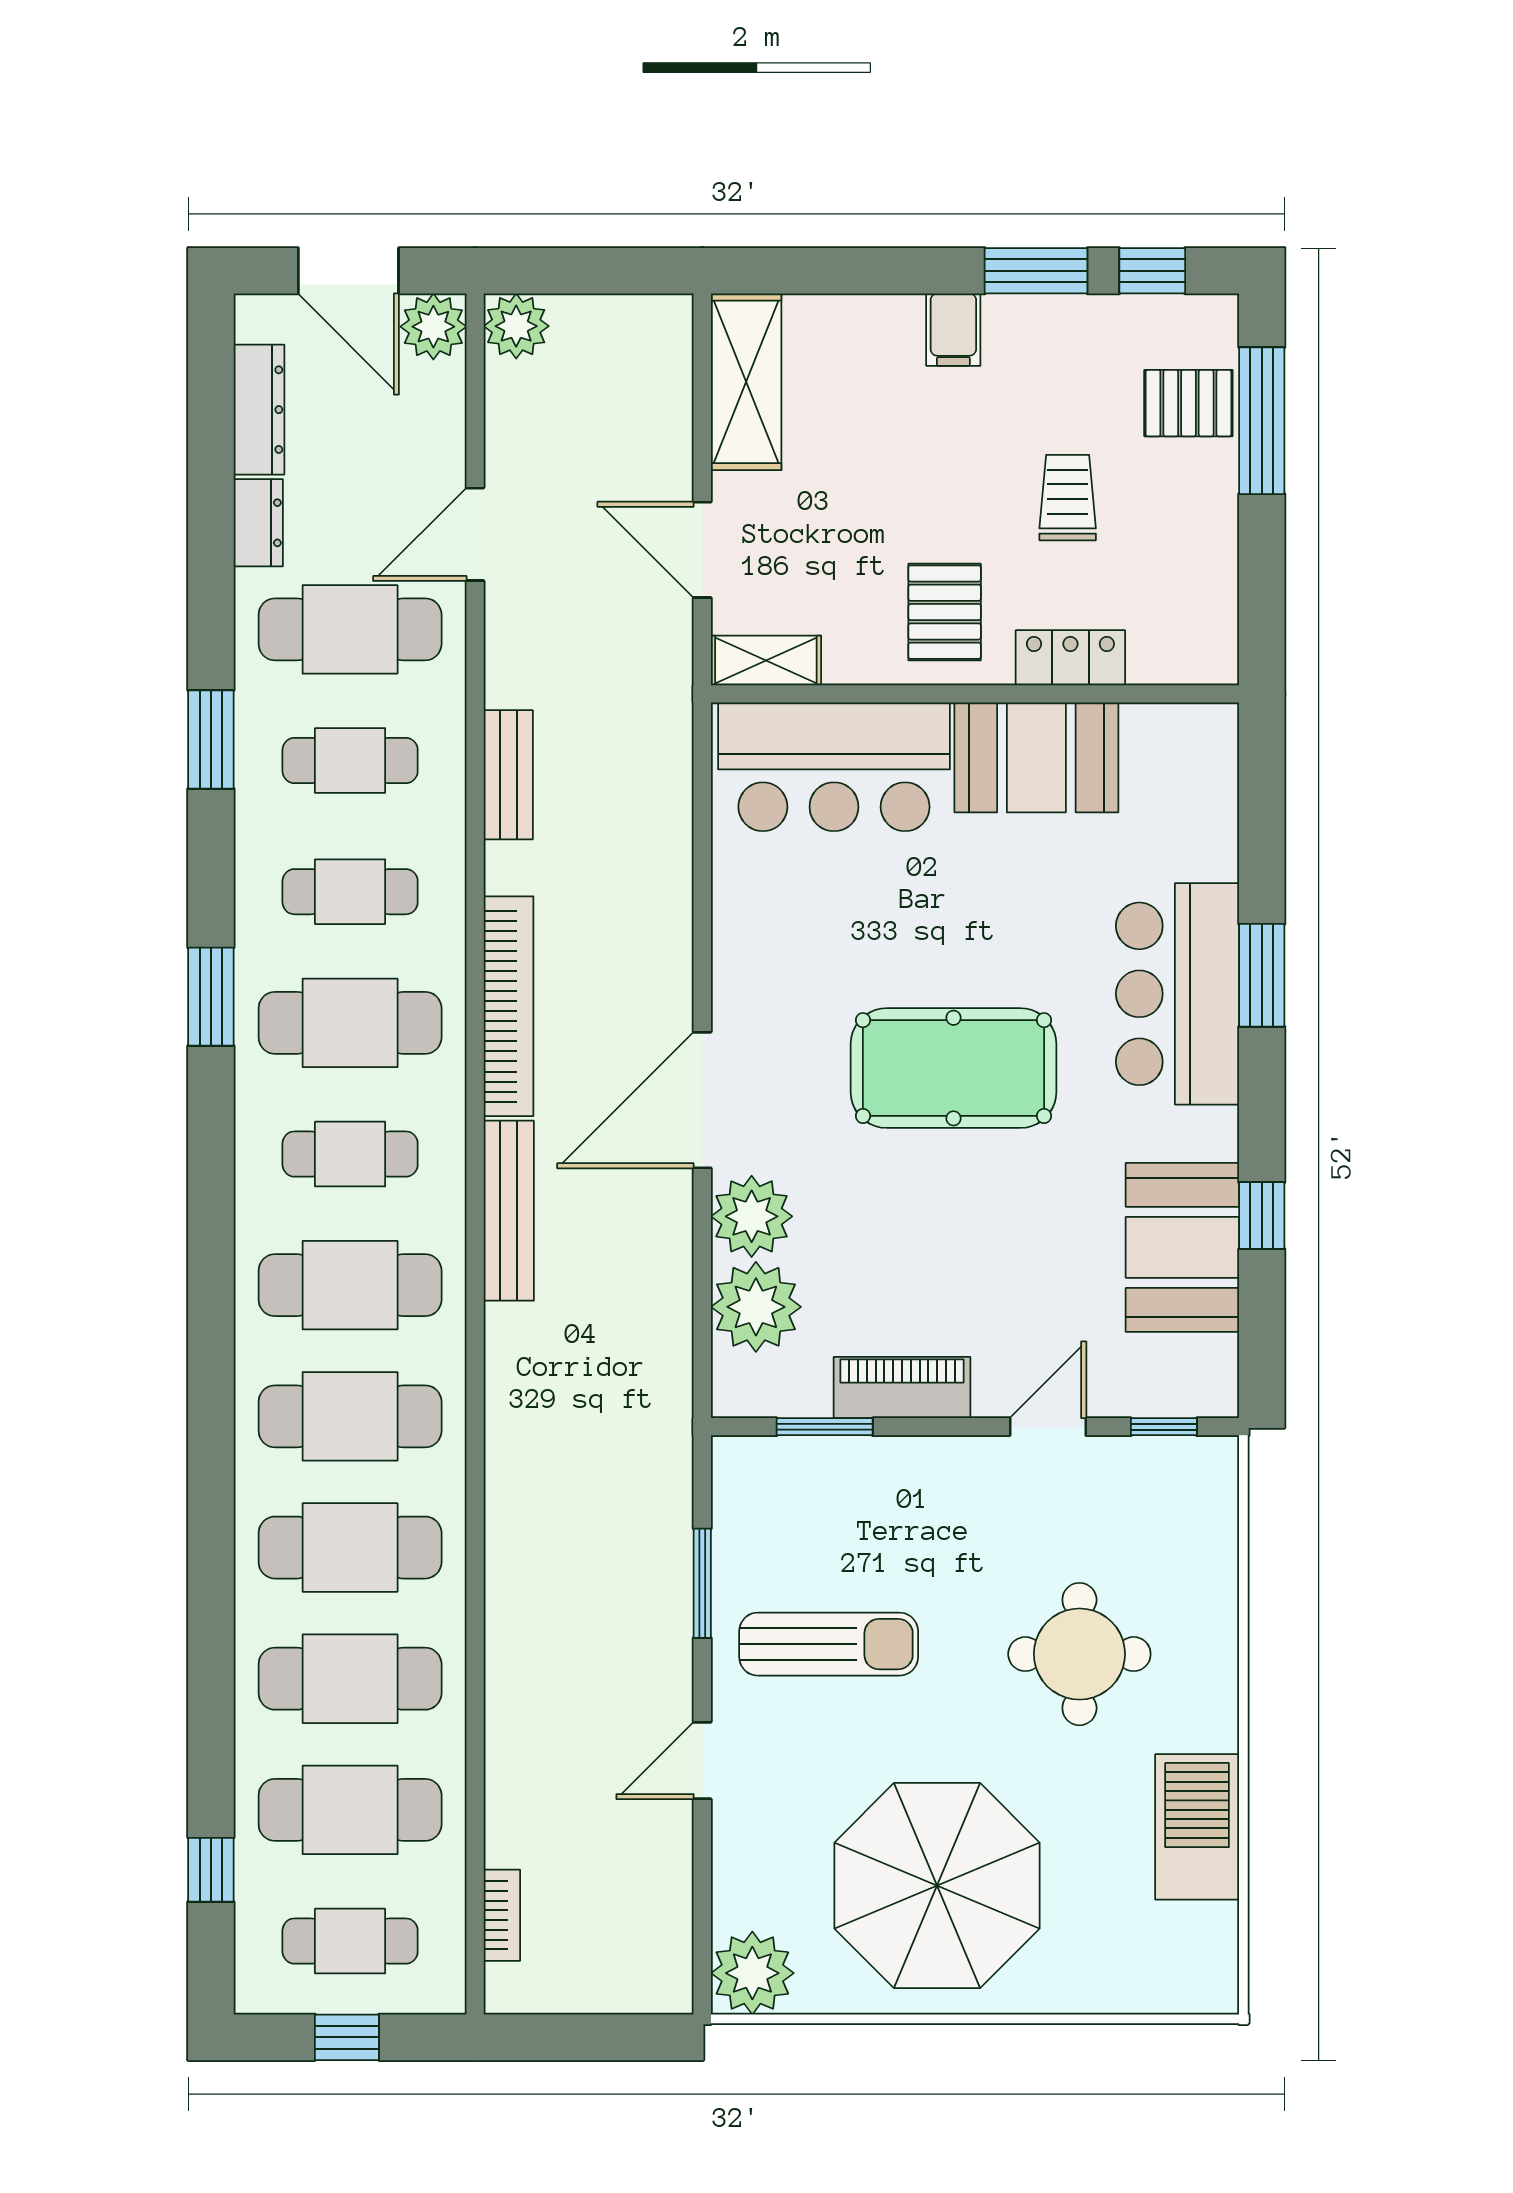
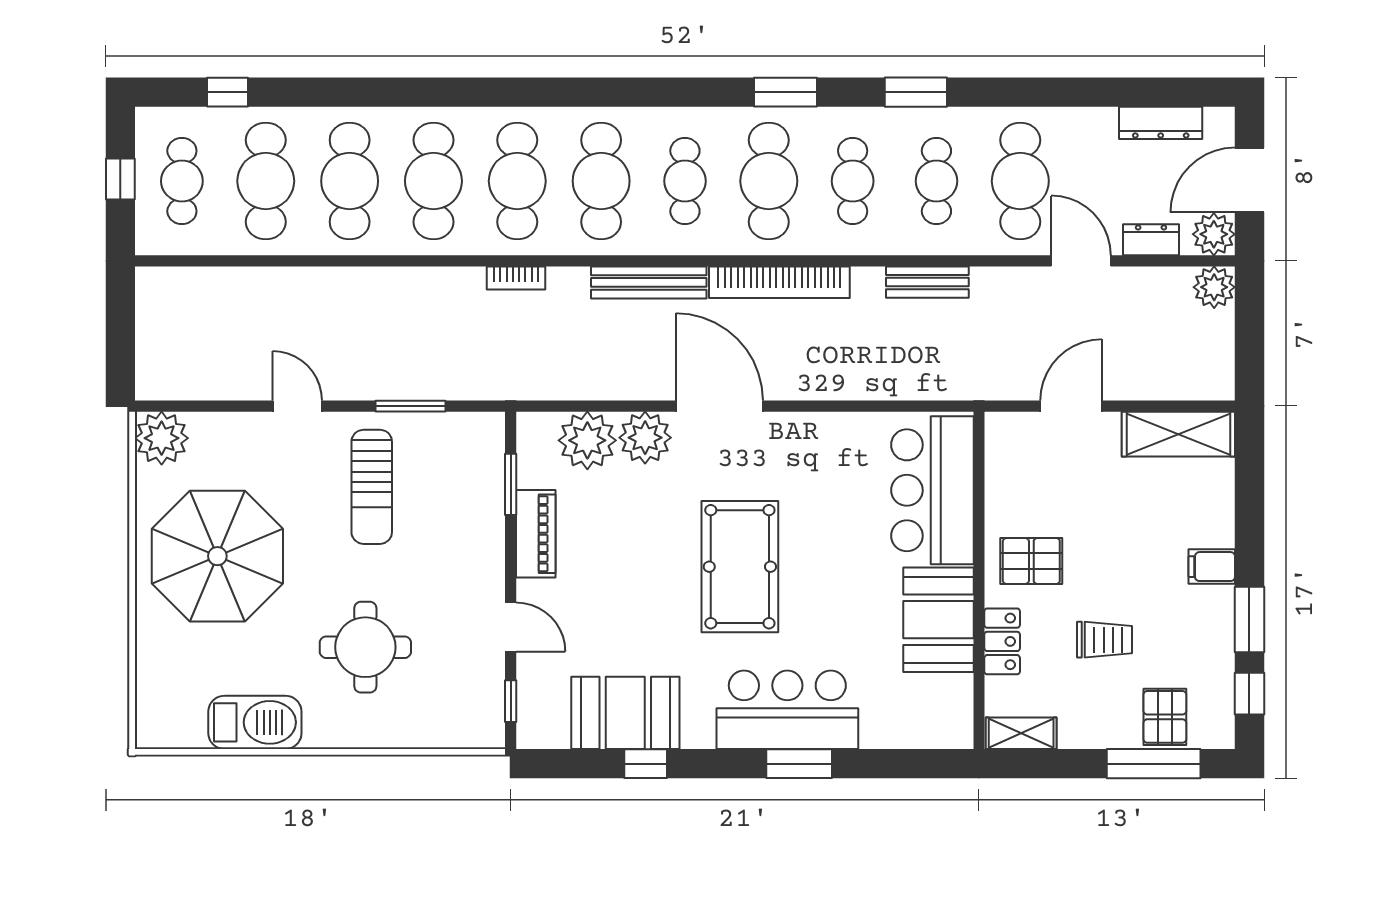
dresser: (258, 523) -> (1151, 240), moved, turned 180
shelving: (766, 661) -> (1021, 733), moved, turned 90
window: (211, 740) -> (916, 92), moved
bookcase: (502, 1915) -> (516, 278), moved

